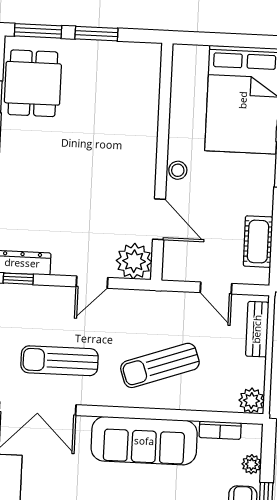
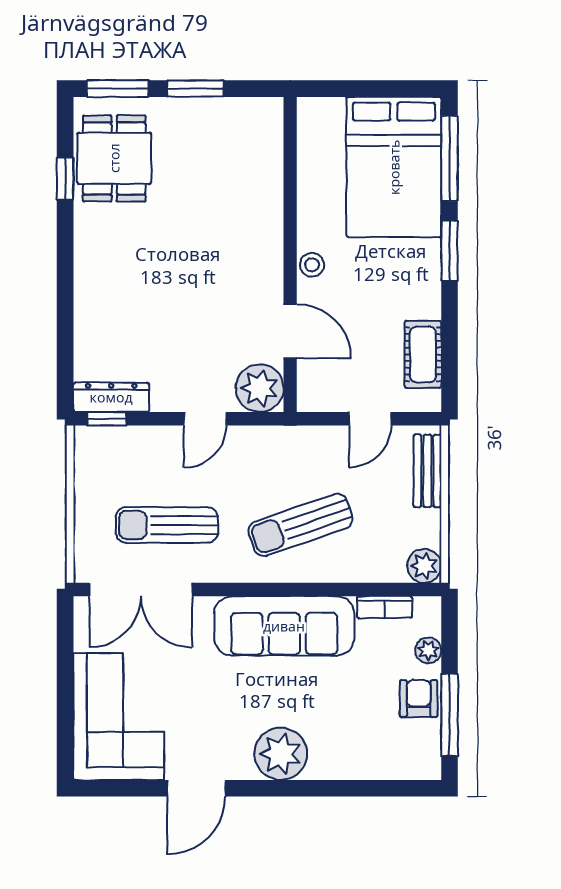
door: (216, 288) -> (370, 419), hinge flipped

